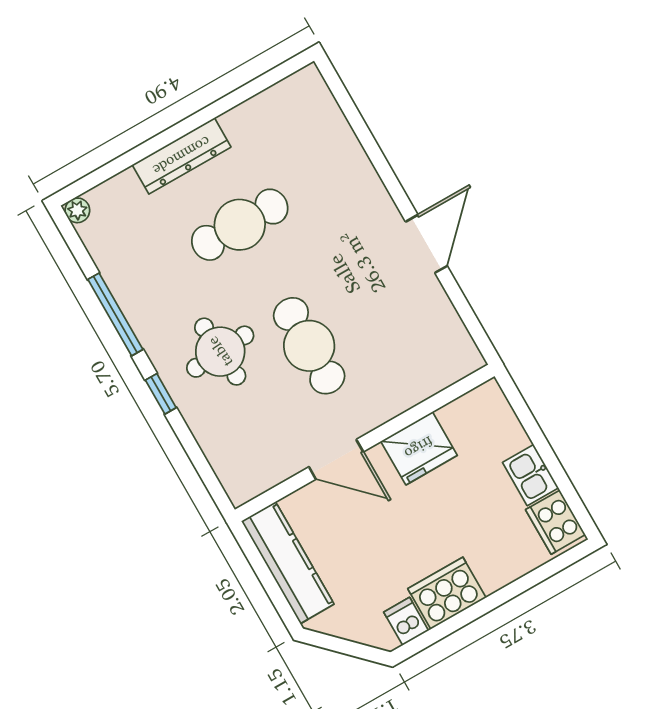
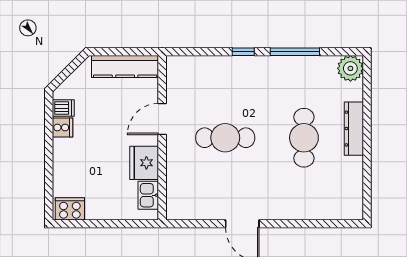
plant: (77, 210) -> (350, 68), width x1.87, depth x1.87
round table: (220, 352) -> (247, 93), removed
kitchen sink: (531, 475) -> (148, 195), moved, turned -90
cooker: (447, 593) -> (62, 128), width x0.53, depth x0.76

